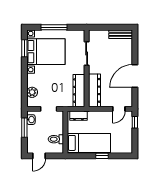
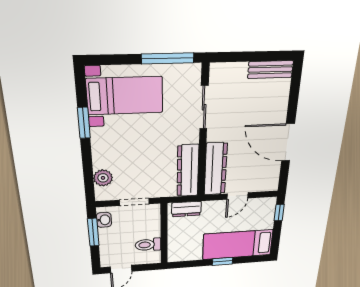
window: (54, 27) -> (168, 58), moved
window: (24, 48) -> (84, 123), moved
bed with nightstands: (46, 52) -> (125, 96), width x0.73
door: (135, 76) -> (288, 142), hinge flipped
door: (119, 109) -> (237, 196), moved
bed: (89, 143) -> (238, 245), moved, turned 180

